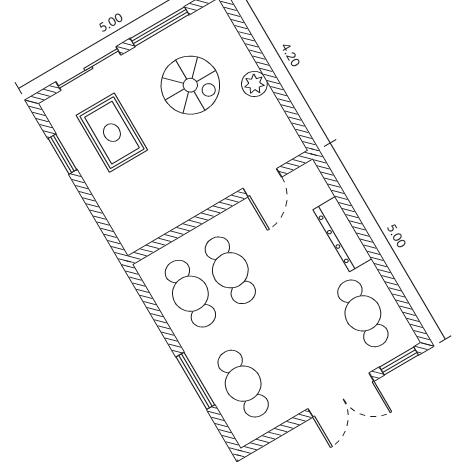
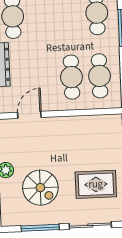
spiral stairs: (190, 85) -> (40, 188), turned 180
rug: (112, 133) -> (96, 184), turned 90

